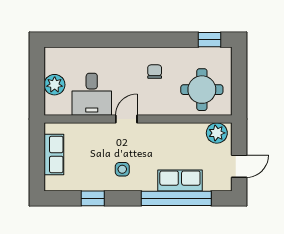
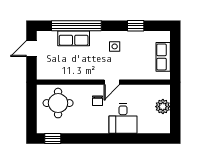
chair: (155, 72) -> (98, 101), moved
desk: (92, 94) -> (123, 118), moved, turned 180
plant: (217, 133) -> (47, 72), removed

